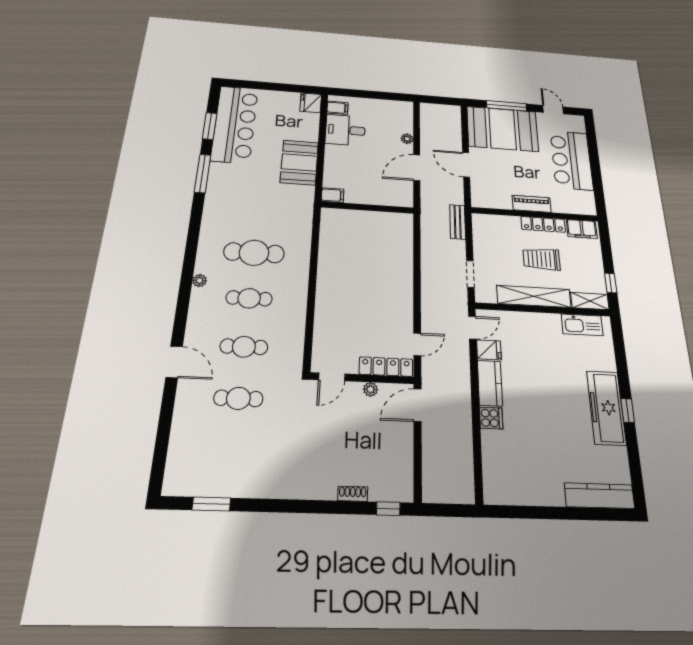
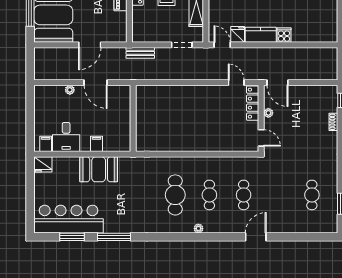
filing cabinet: (333, 195) -> (96, 144), moved
cafe table: (238, 398) -> (312, 195), moved

